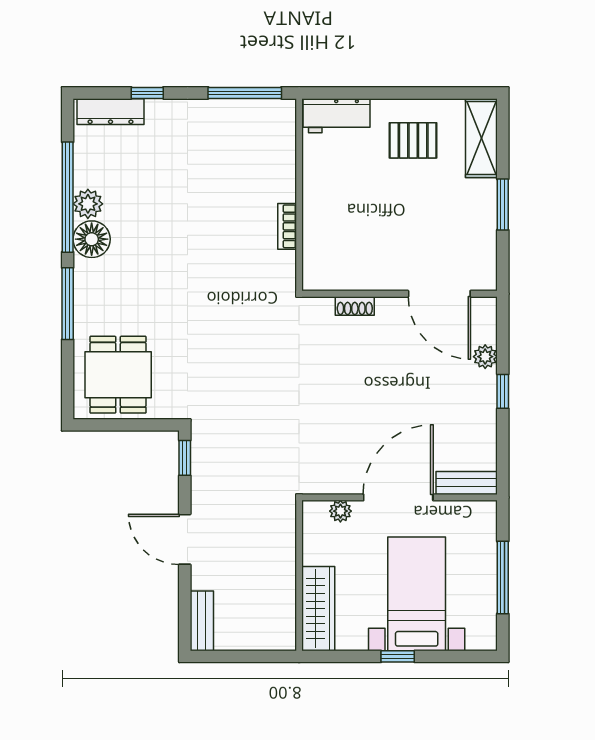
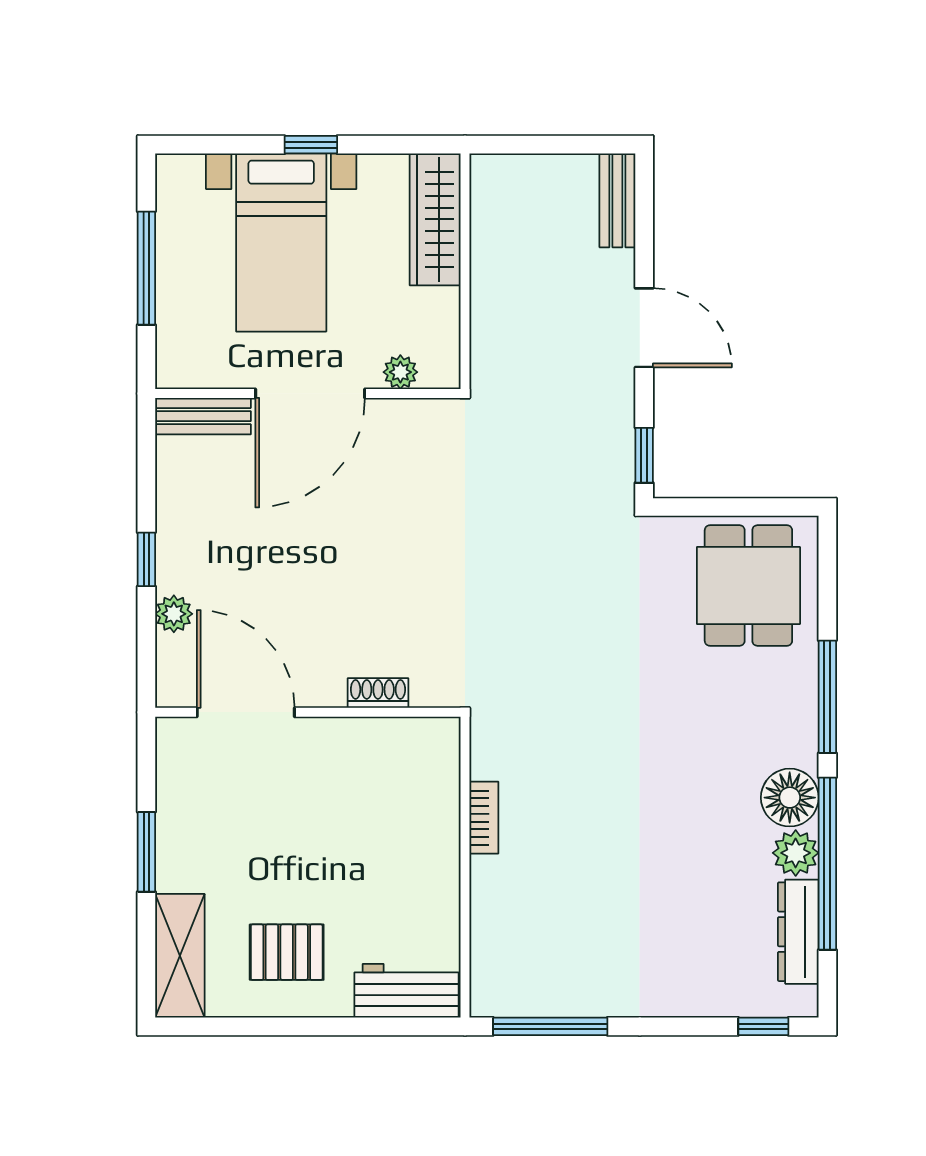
window: (147, 93) -> (763, 1026), moved
dresser: (110, 112) -> (798, 932), moved, turned -90

